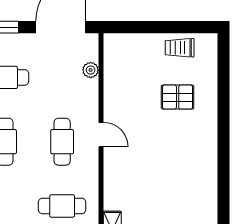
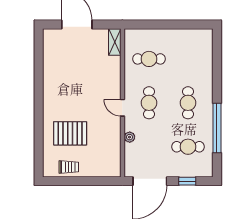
plant: (91, 70) -> (130, 137), moved
pallet: (178, 97) -> (70, 133), width x1.50, depth x1.42

